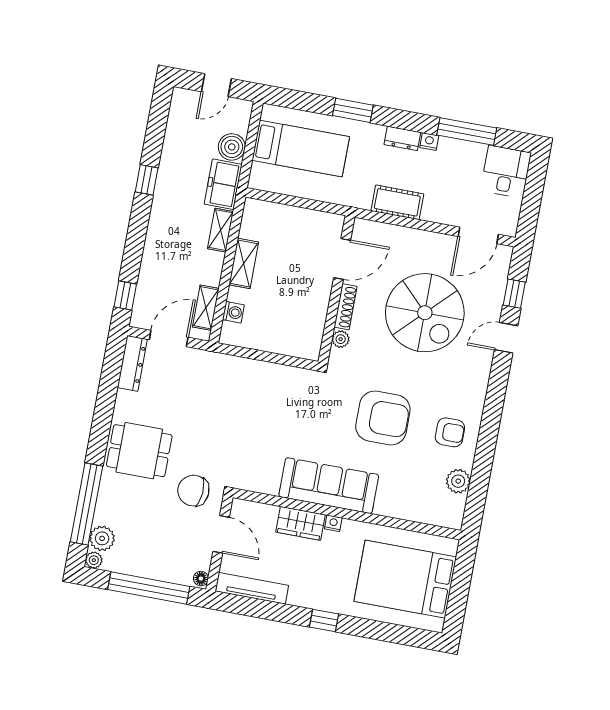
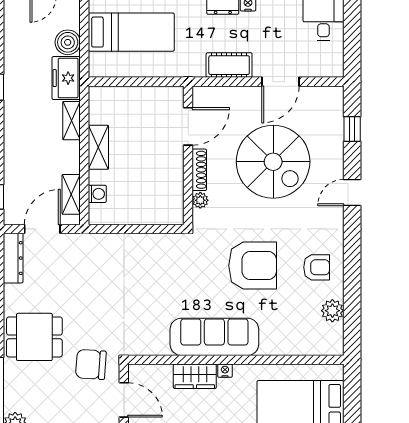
door: (478, 235) -> (280, 82), moved
door: (506, 338) -> (352, 193), moved

